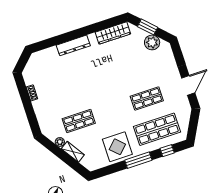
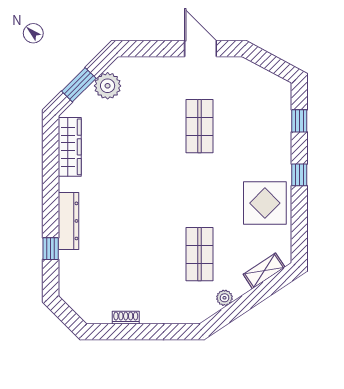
window: (55, 41) -> (51, 249), added
shop shelf: (157, 129) -> (257, 126), removed
shelving: (73, 152) -> (264, 271), moved
window: (138, 160) -> (299, 175), width x0.46

